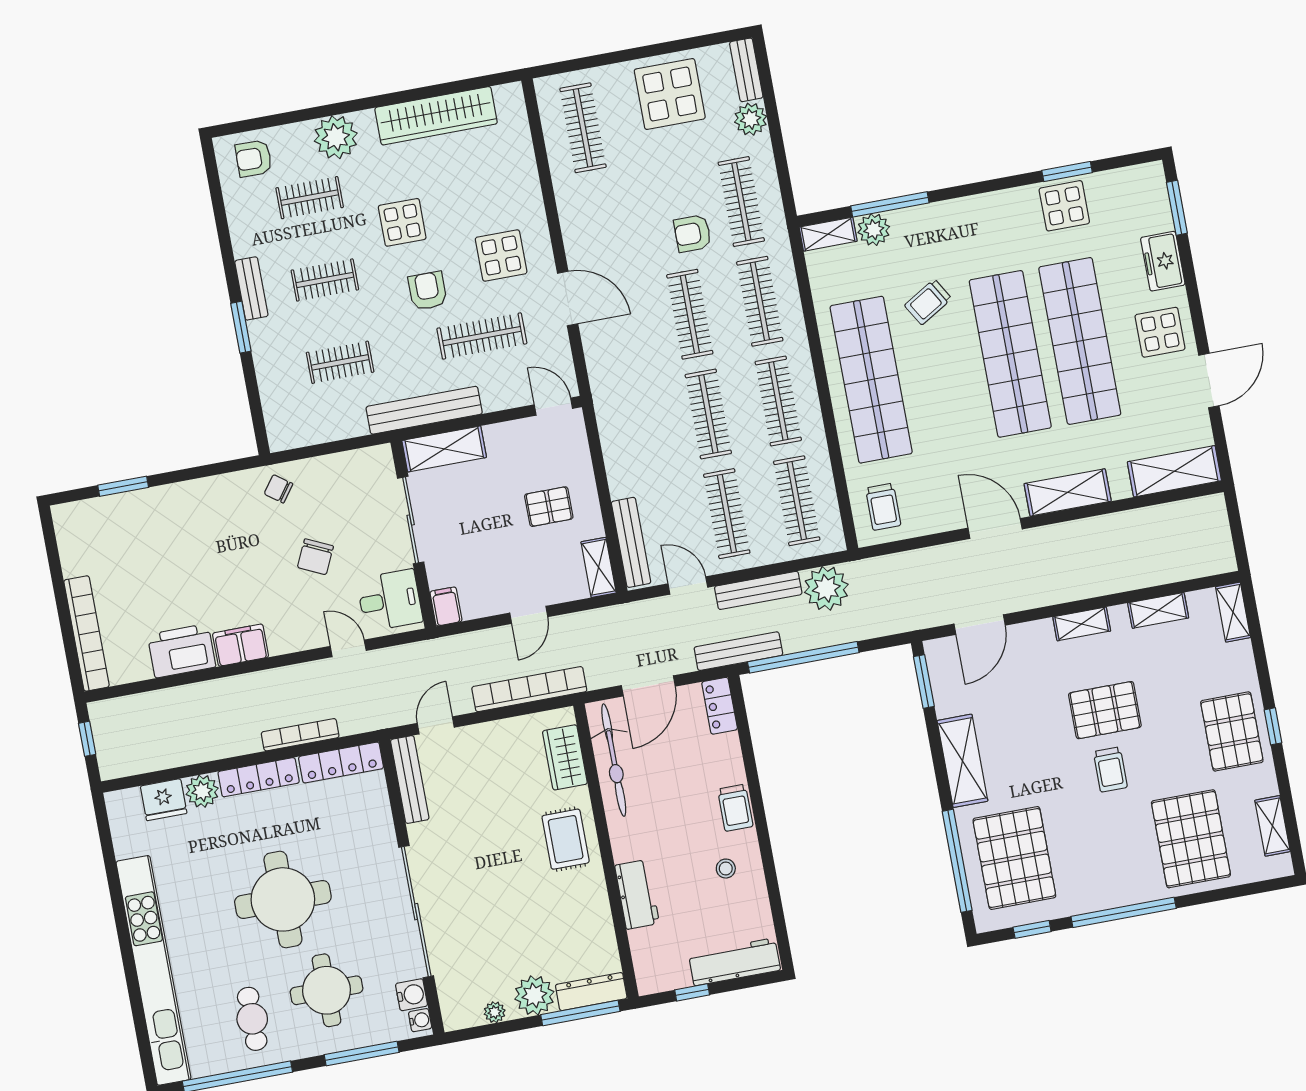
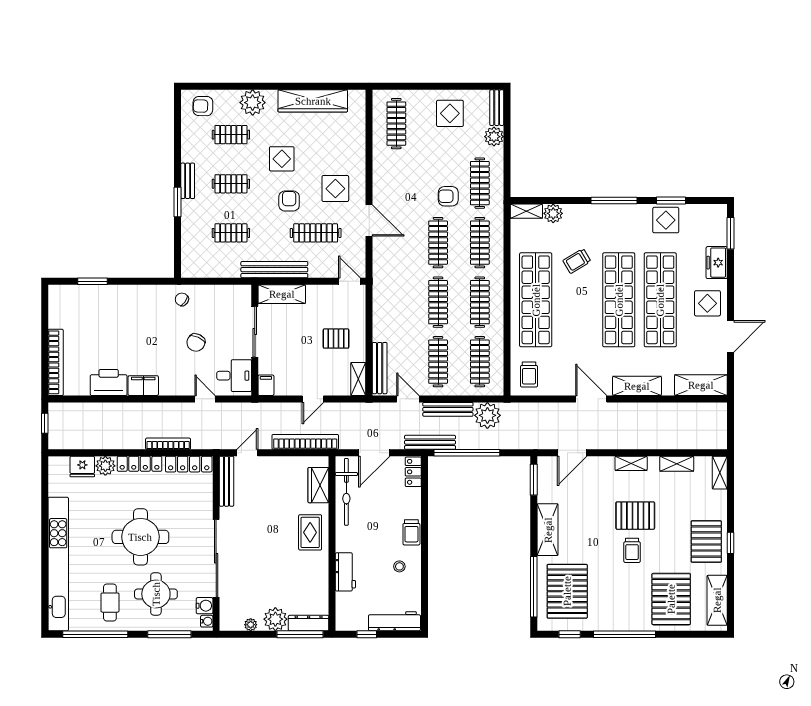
display table: (670, 94) -> (450, 113), width x0.73, depth x0.73
window: (890, 204) -> (614, 201), moved
shelving: (1273, 826) -> (717, 600), width x1.50, depth x1.33

